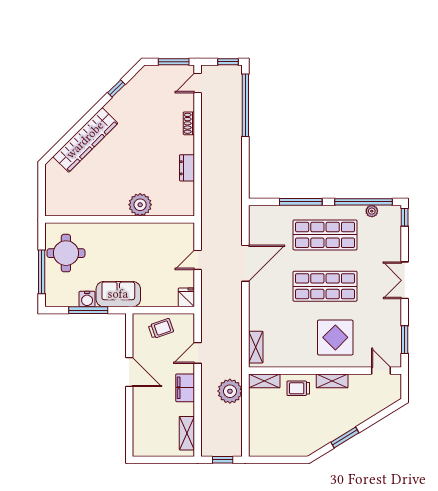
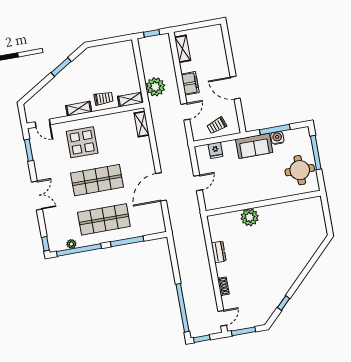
wardrobe: (85, 140) -> (300, 259), removed
fridge: (186, 297) -> (215, 150), moved

